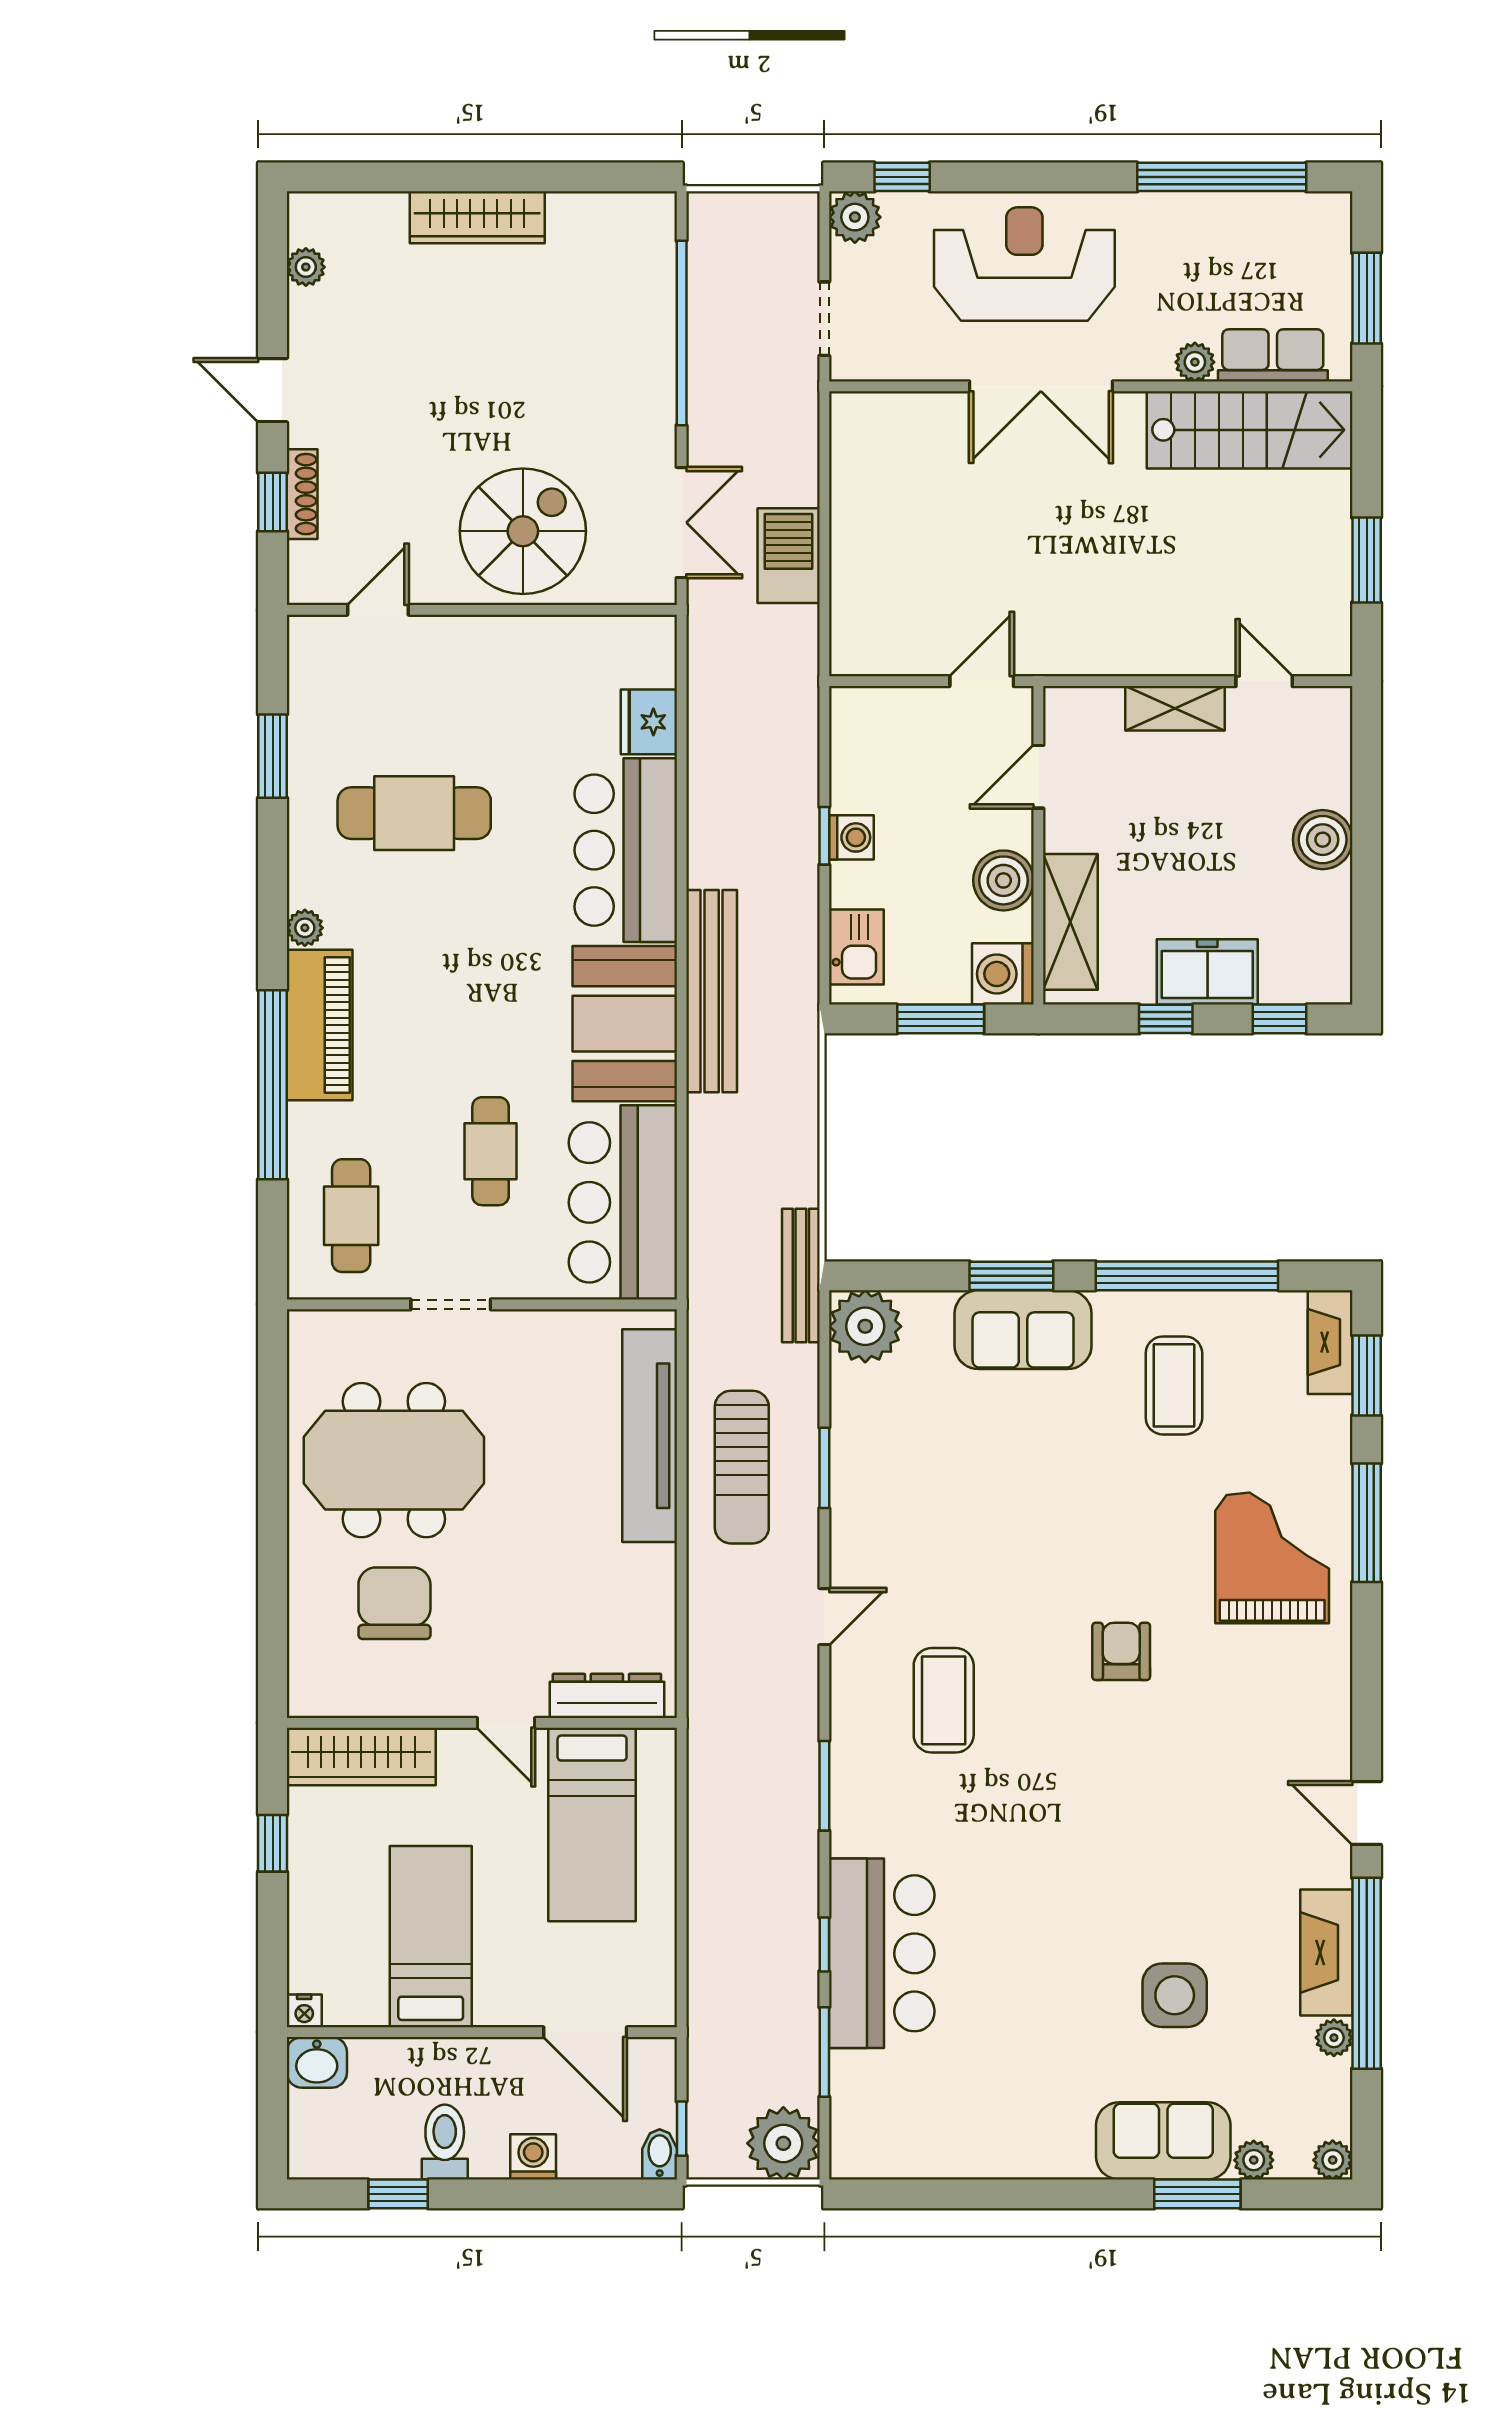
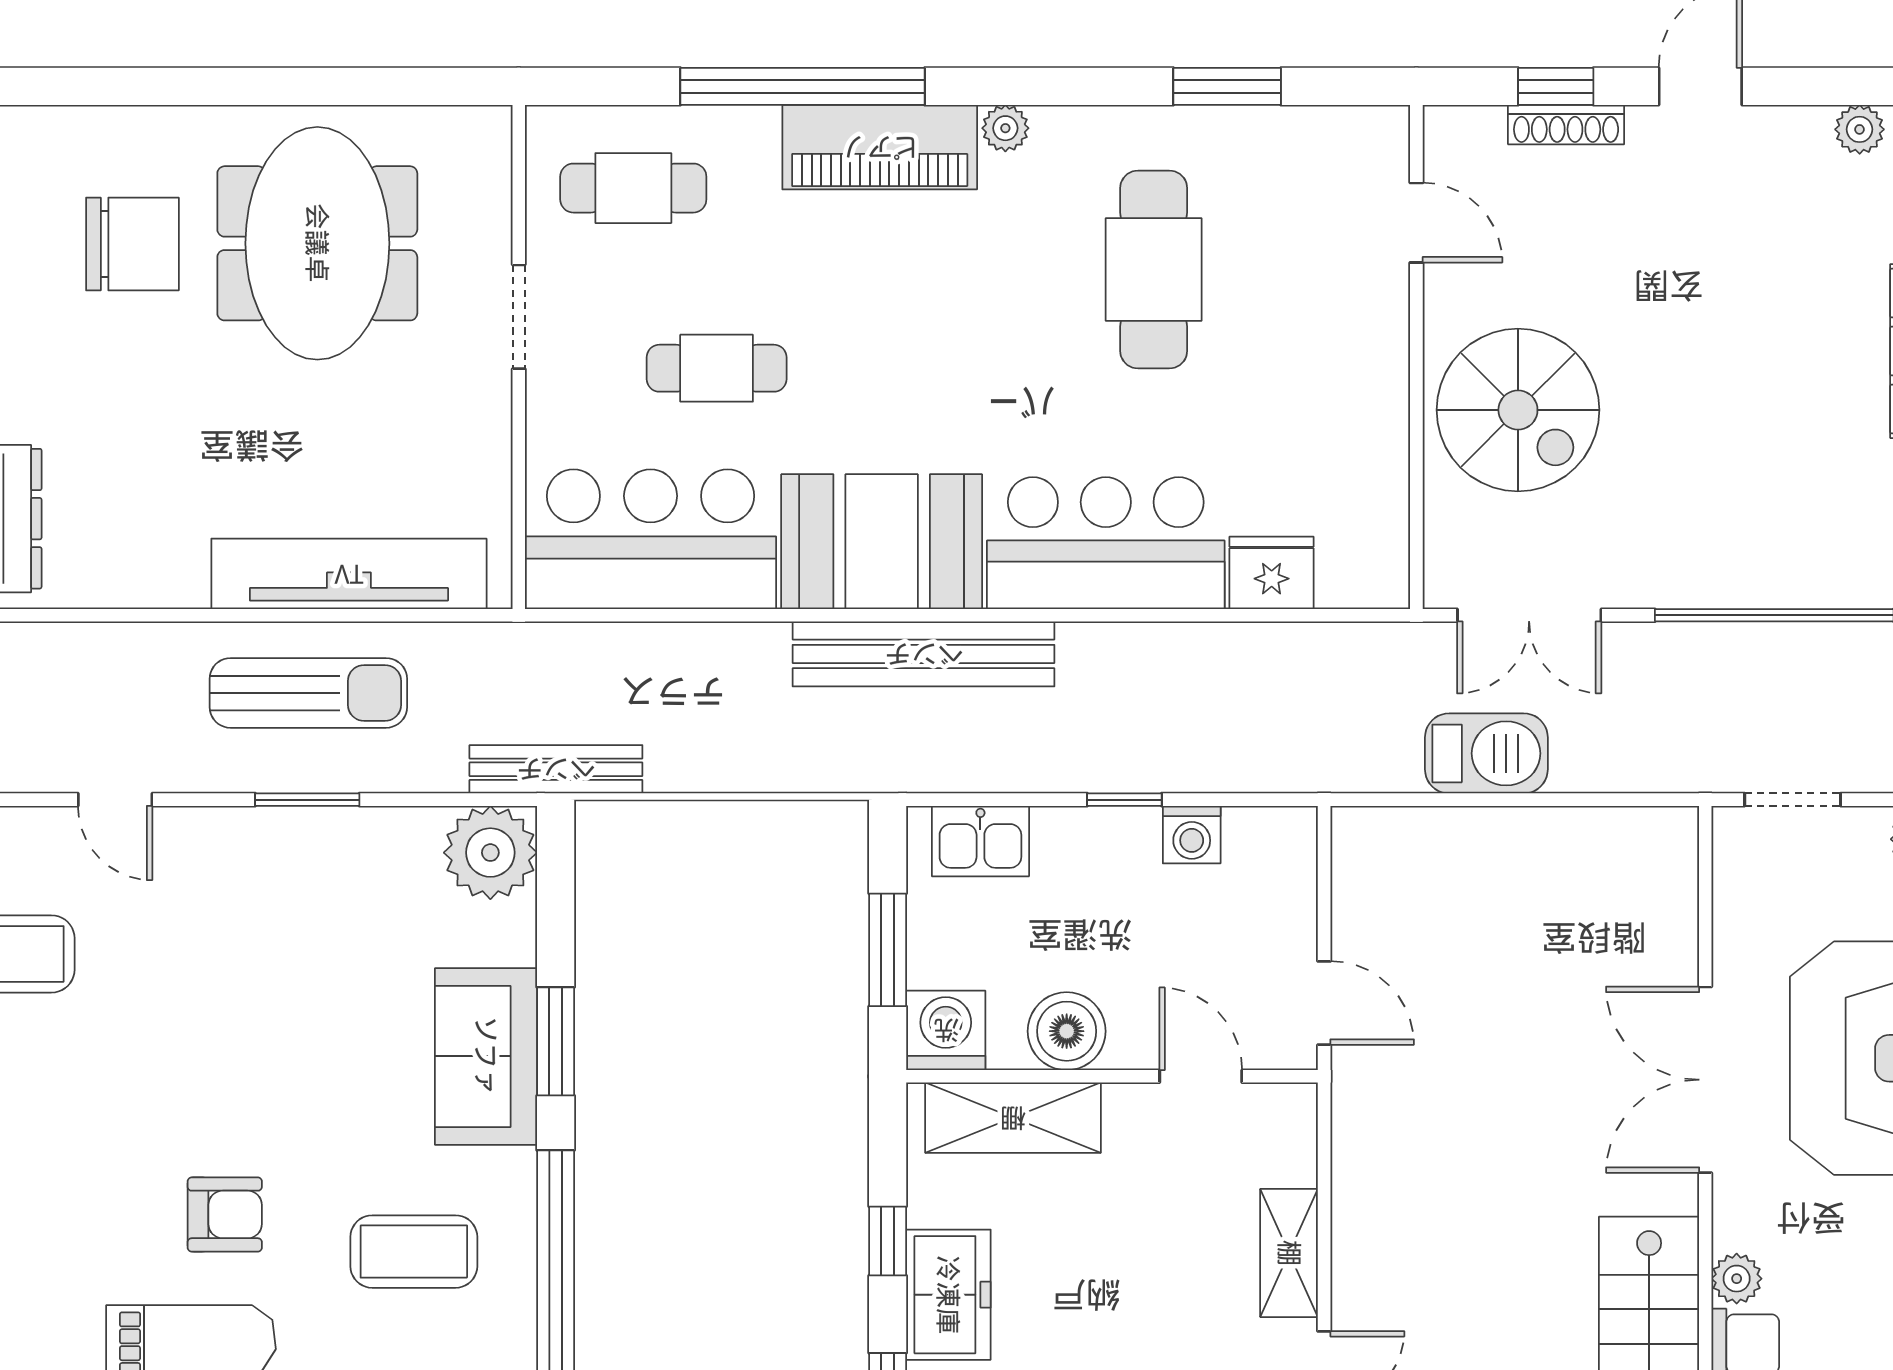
washing machine: (851, 837) -> (1192, 835), moved
sun lounger: (742, 1467) -> (308, 693), turned 180
armchair: (1121, 1651) -> (225, 1214), moved

